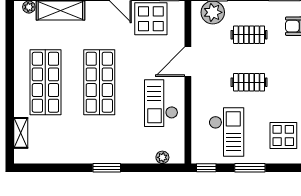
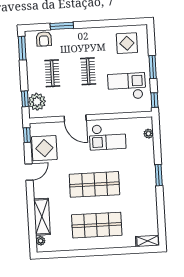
shelving: (21, 133) -> (148, 241), moved

